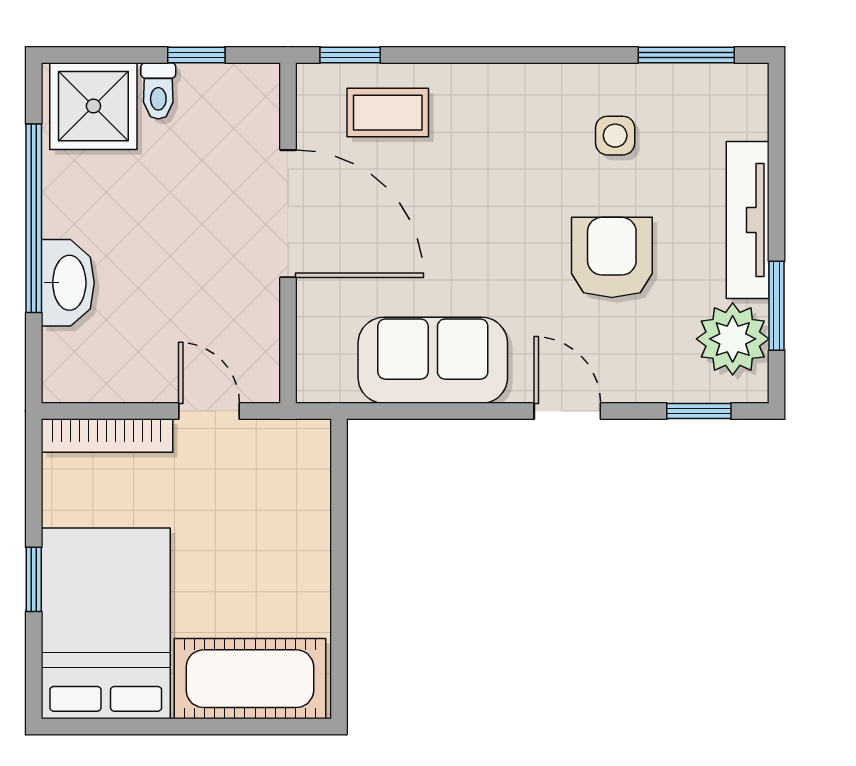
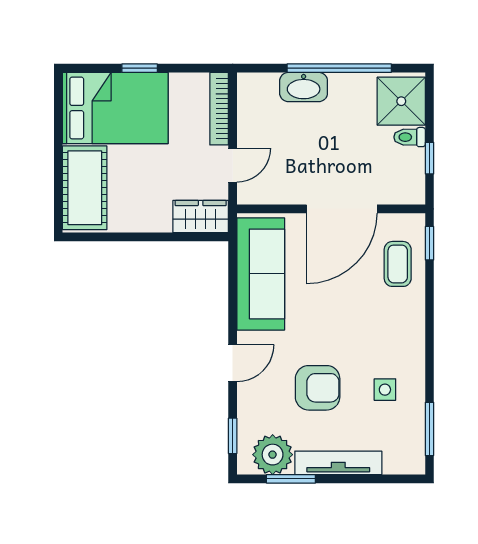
sofa: (433, 360) -> (261, 274), width x1.36
wardrobe: (302, 469) -> (201, 217), added

